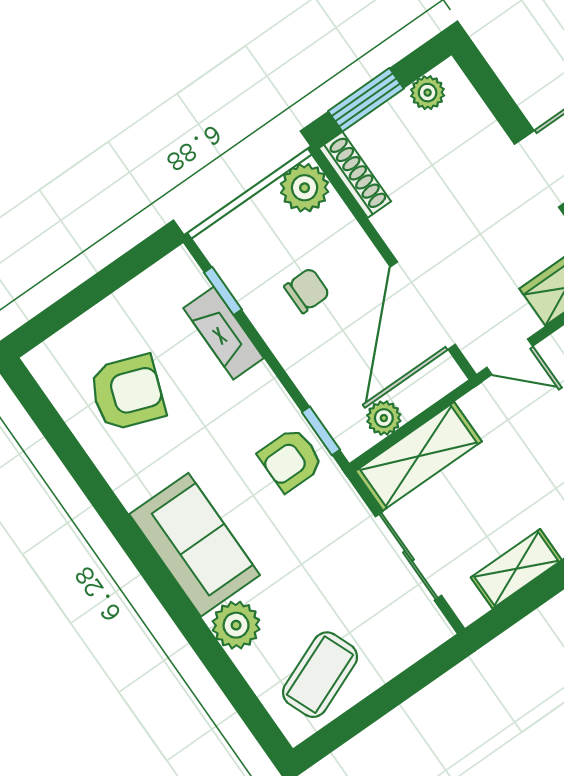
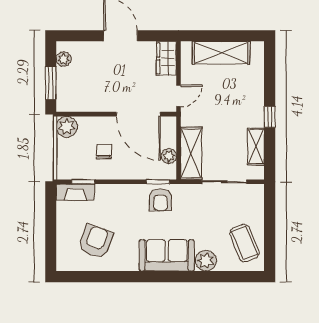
shoe rack: (355, 175) -> (75, 106), removed
fireplace: (224, 333) -> (75, 192), moved

